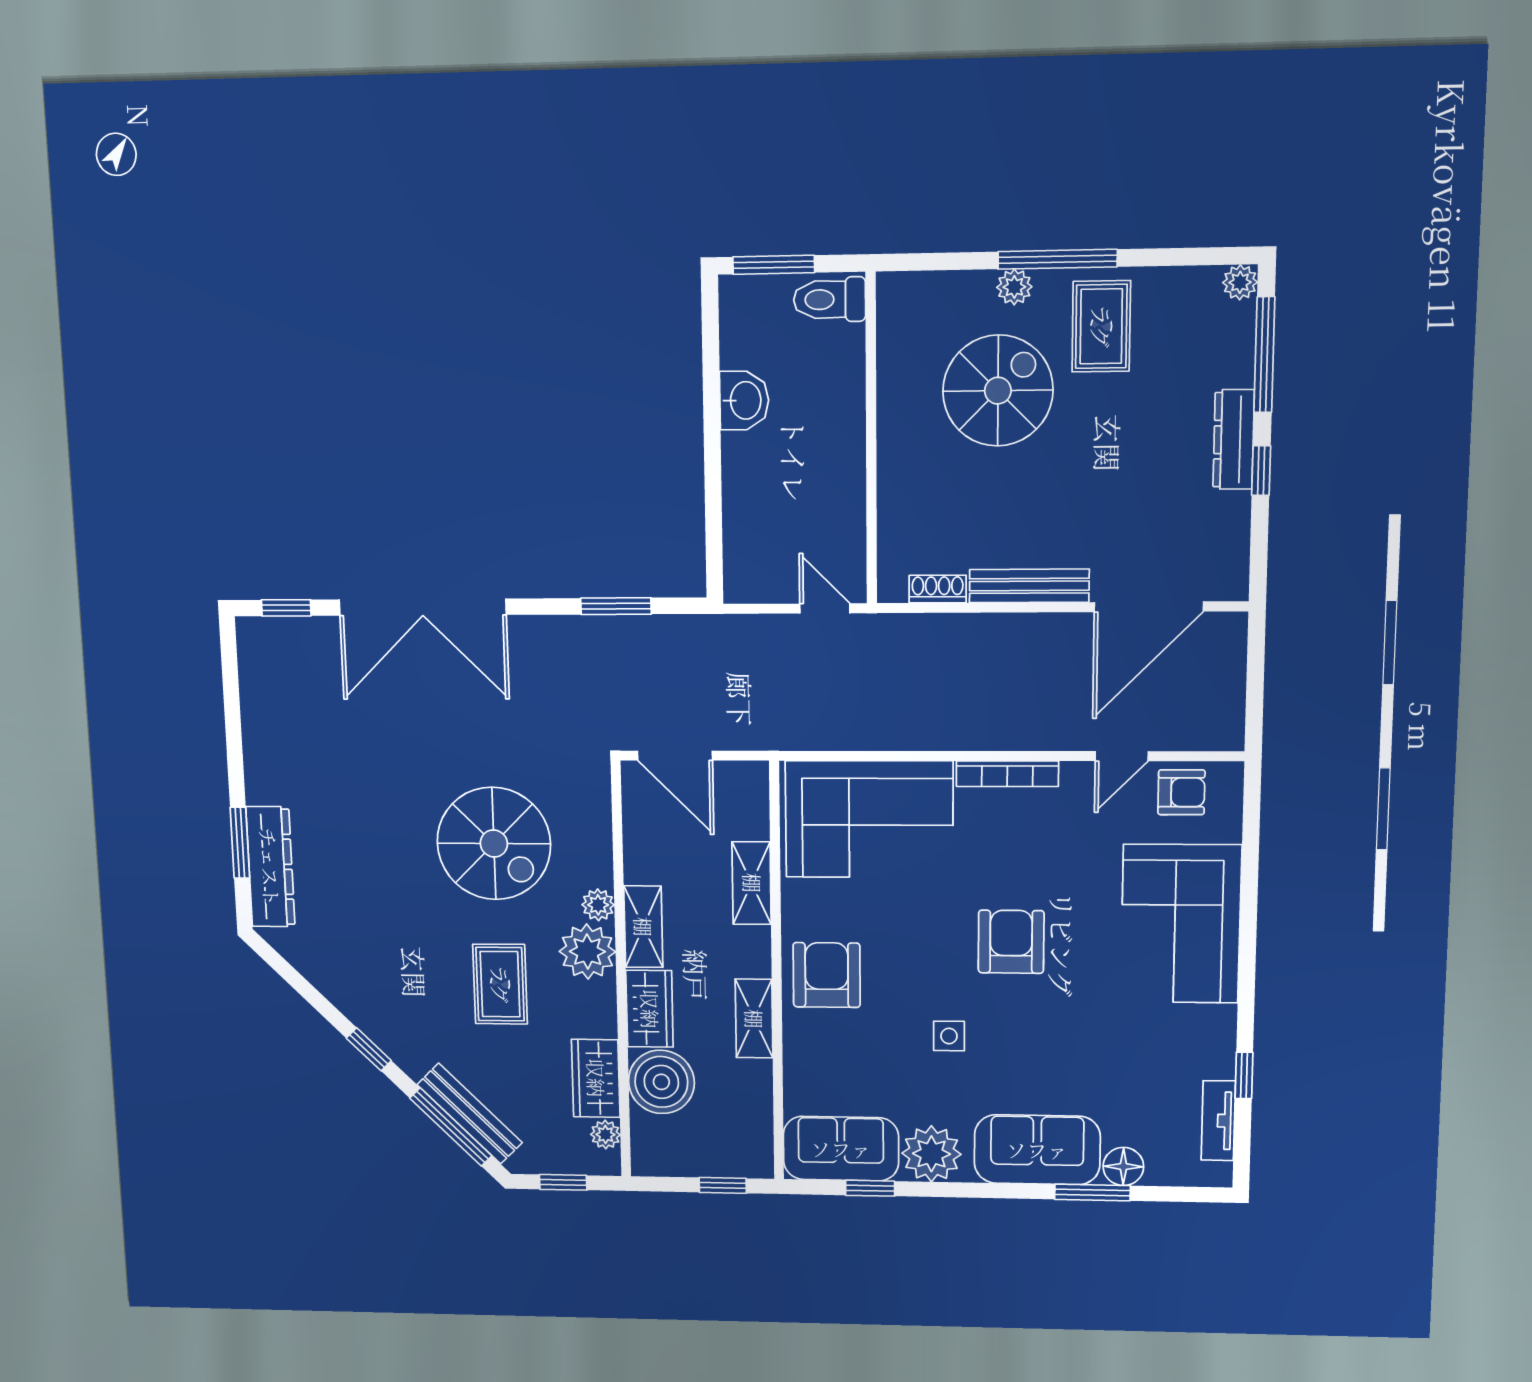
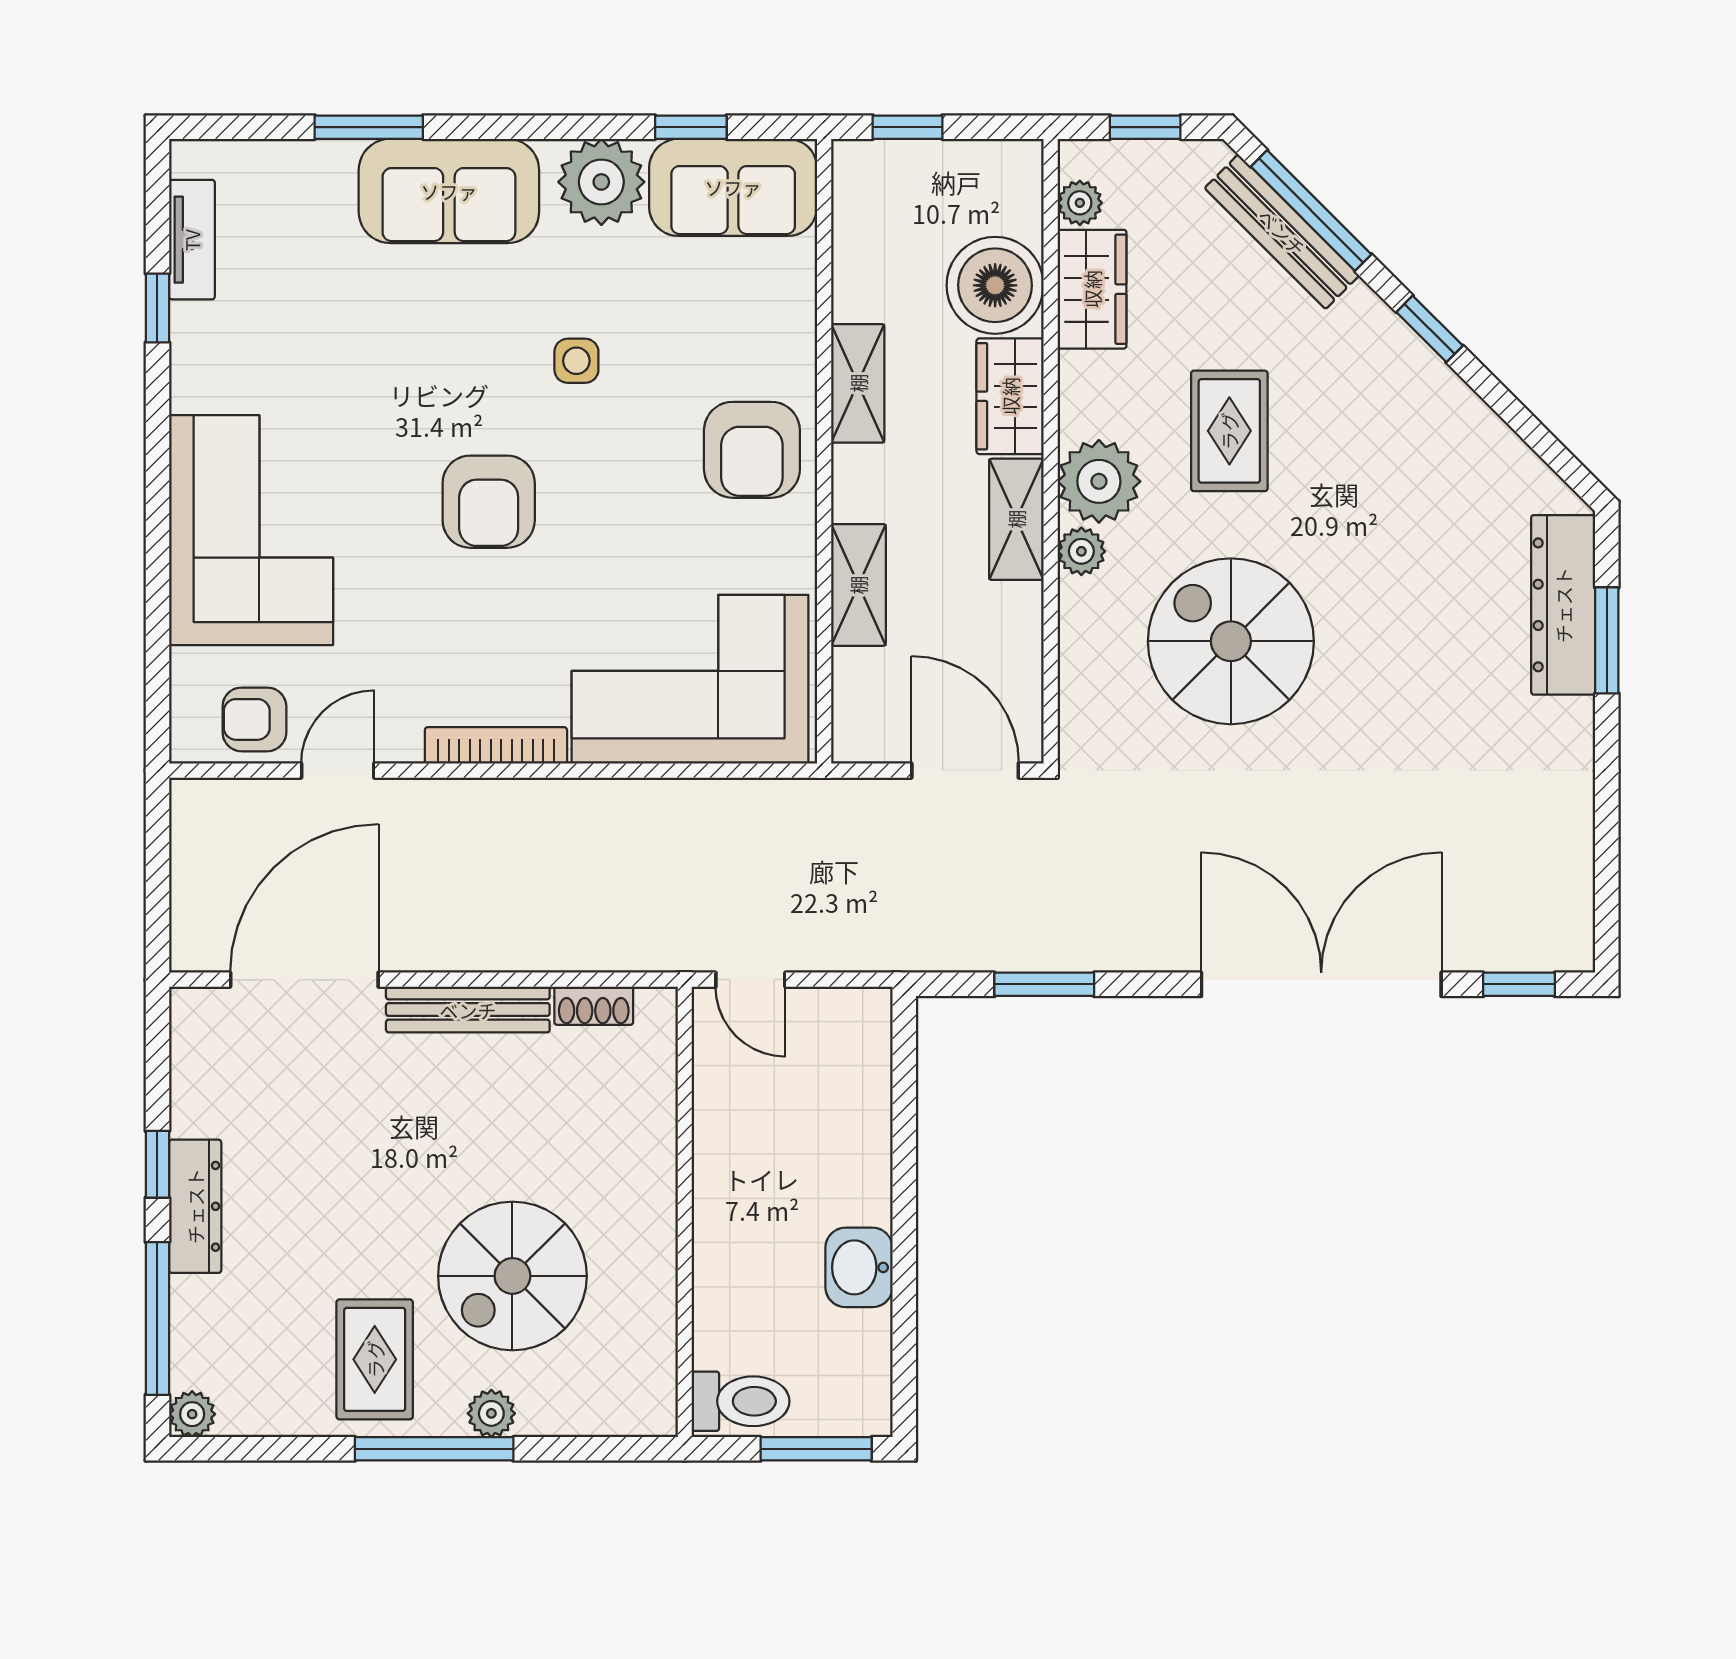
floor lamp: (1123, 1166) -> (325, 168), removed

